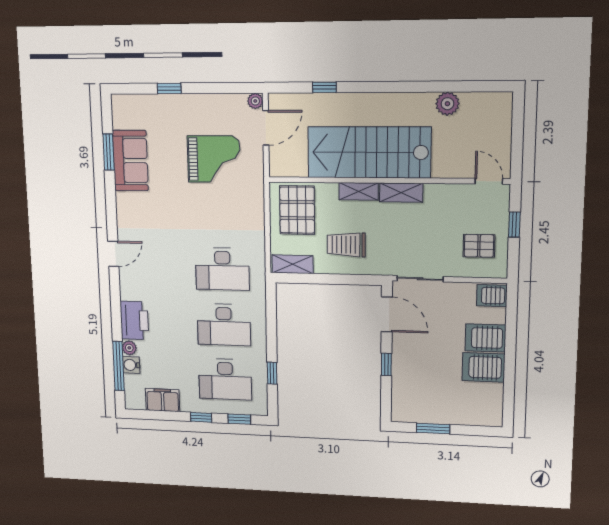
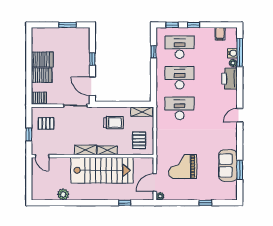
pallet: (297, 210) -> (139, 140), width x0.67, depth x0.71
filing cabinet: (163, 400) -> (220, 34), width x0.50

